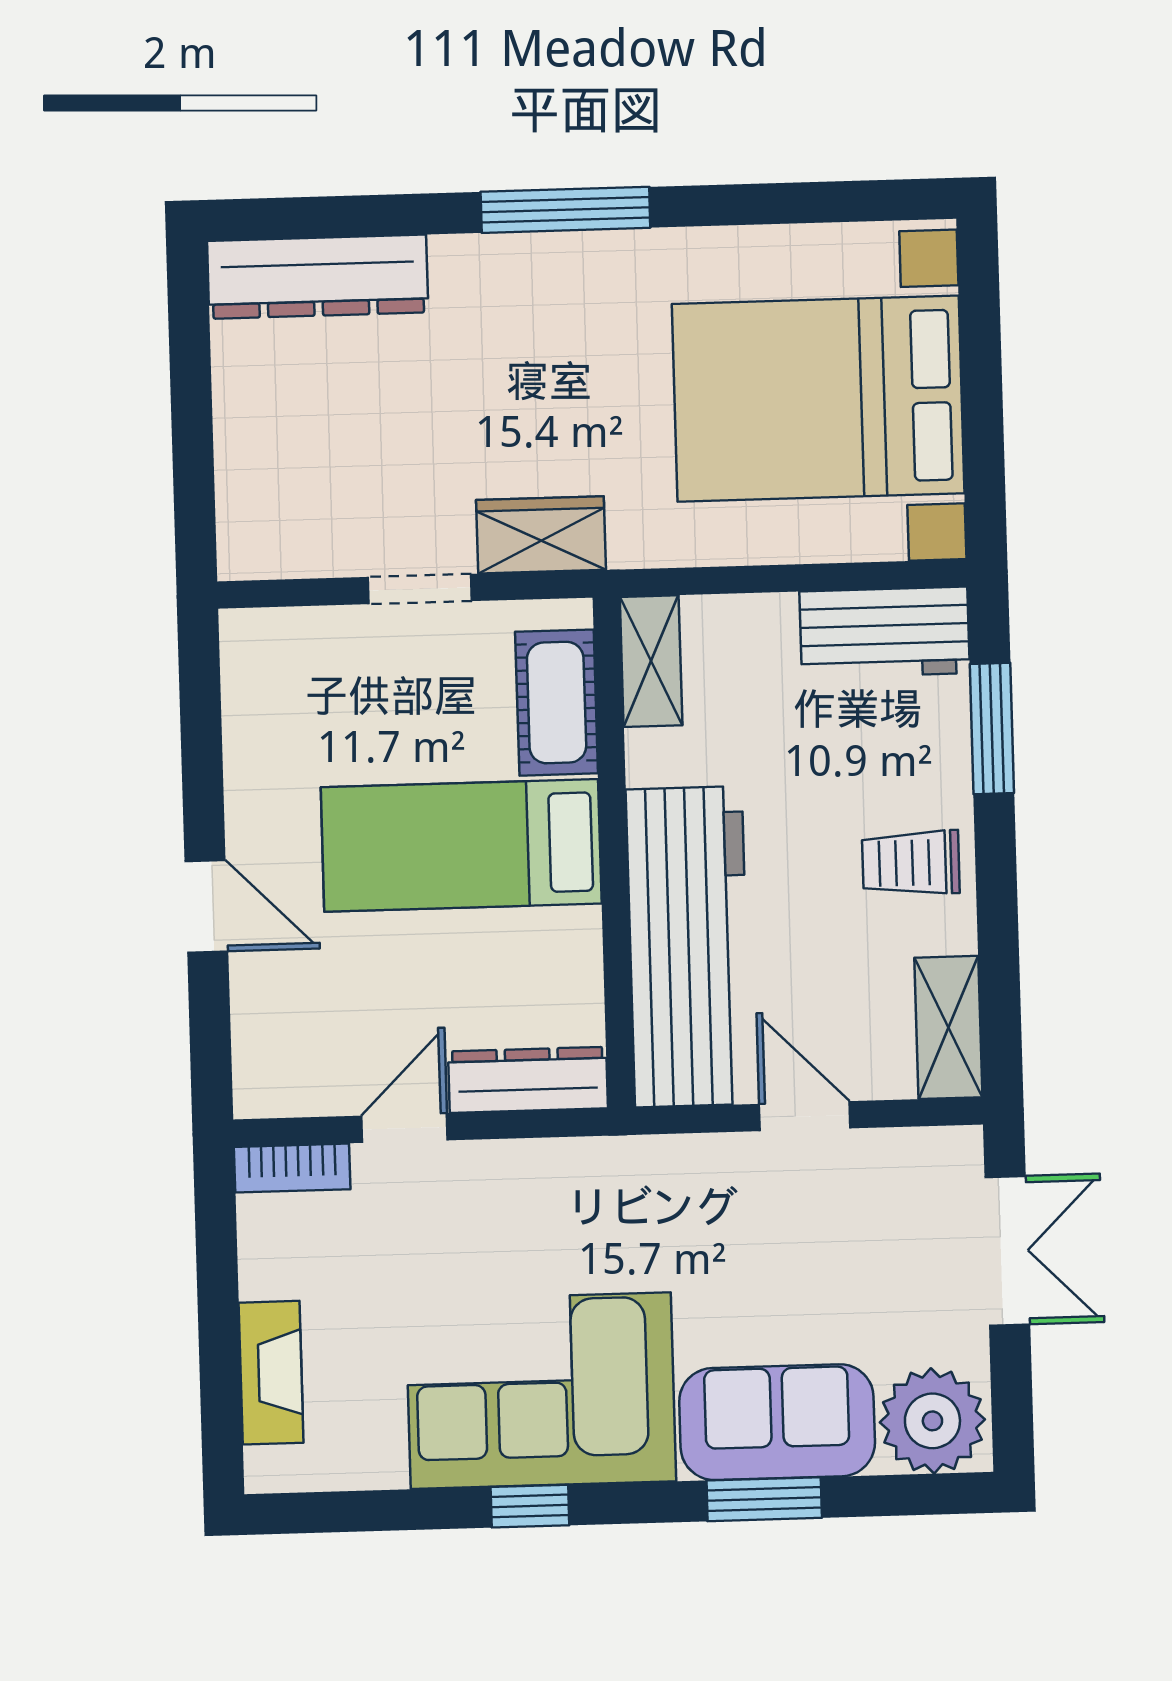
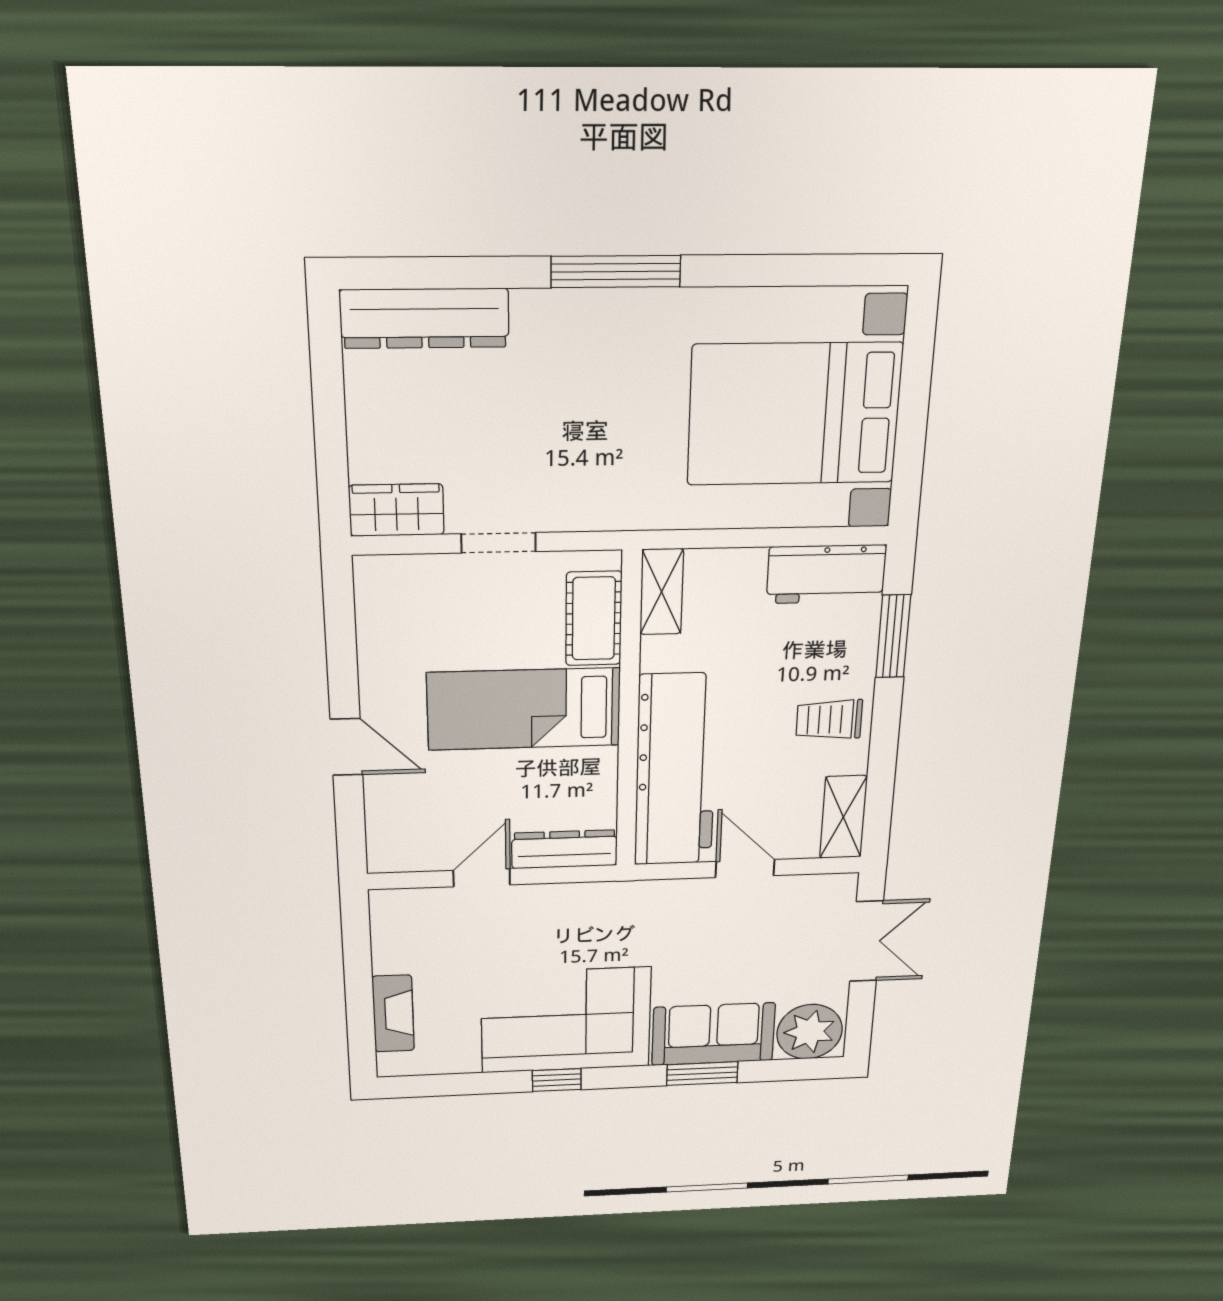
wardrobe: (541, 535) -> (396, 510), moved
bookcase: (292, 1168) -> (407, 901), removed

